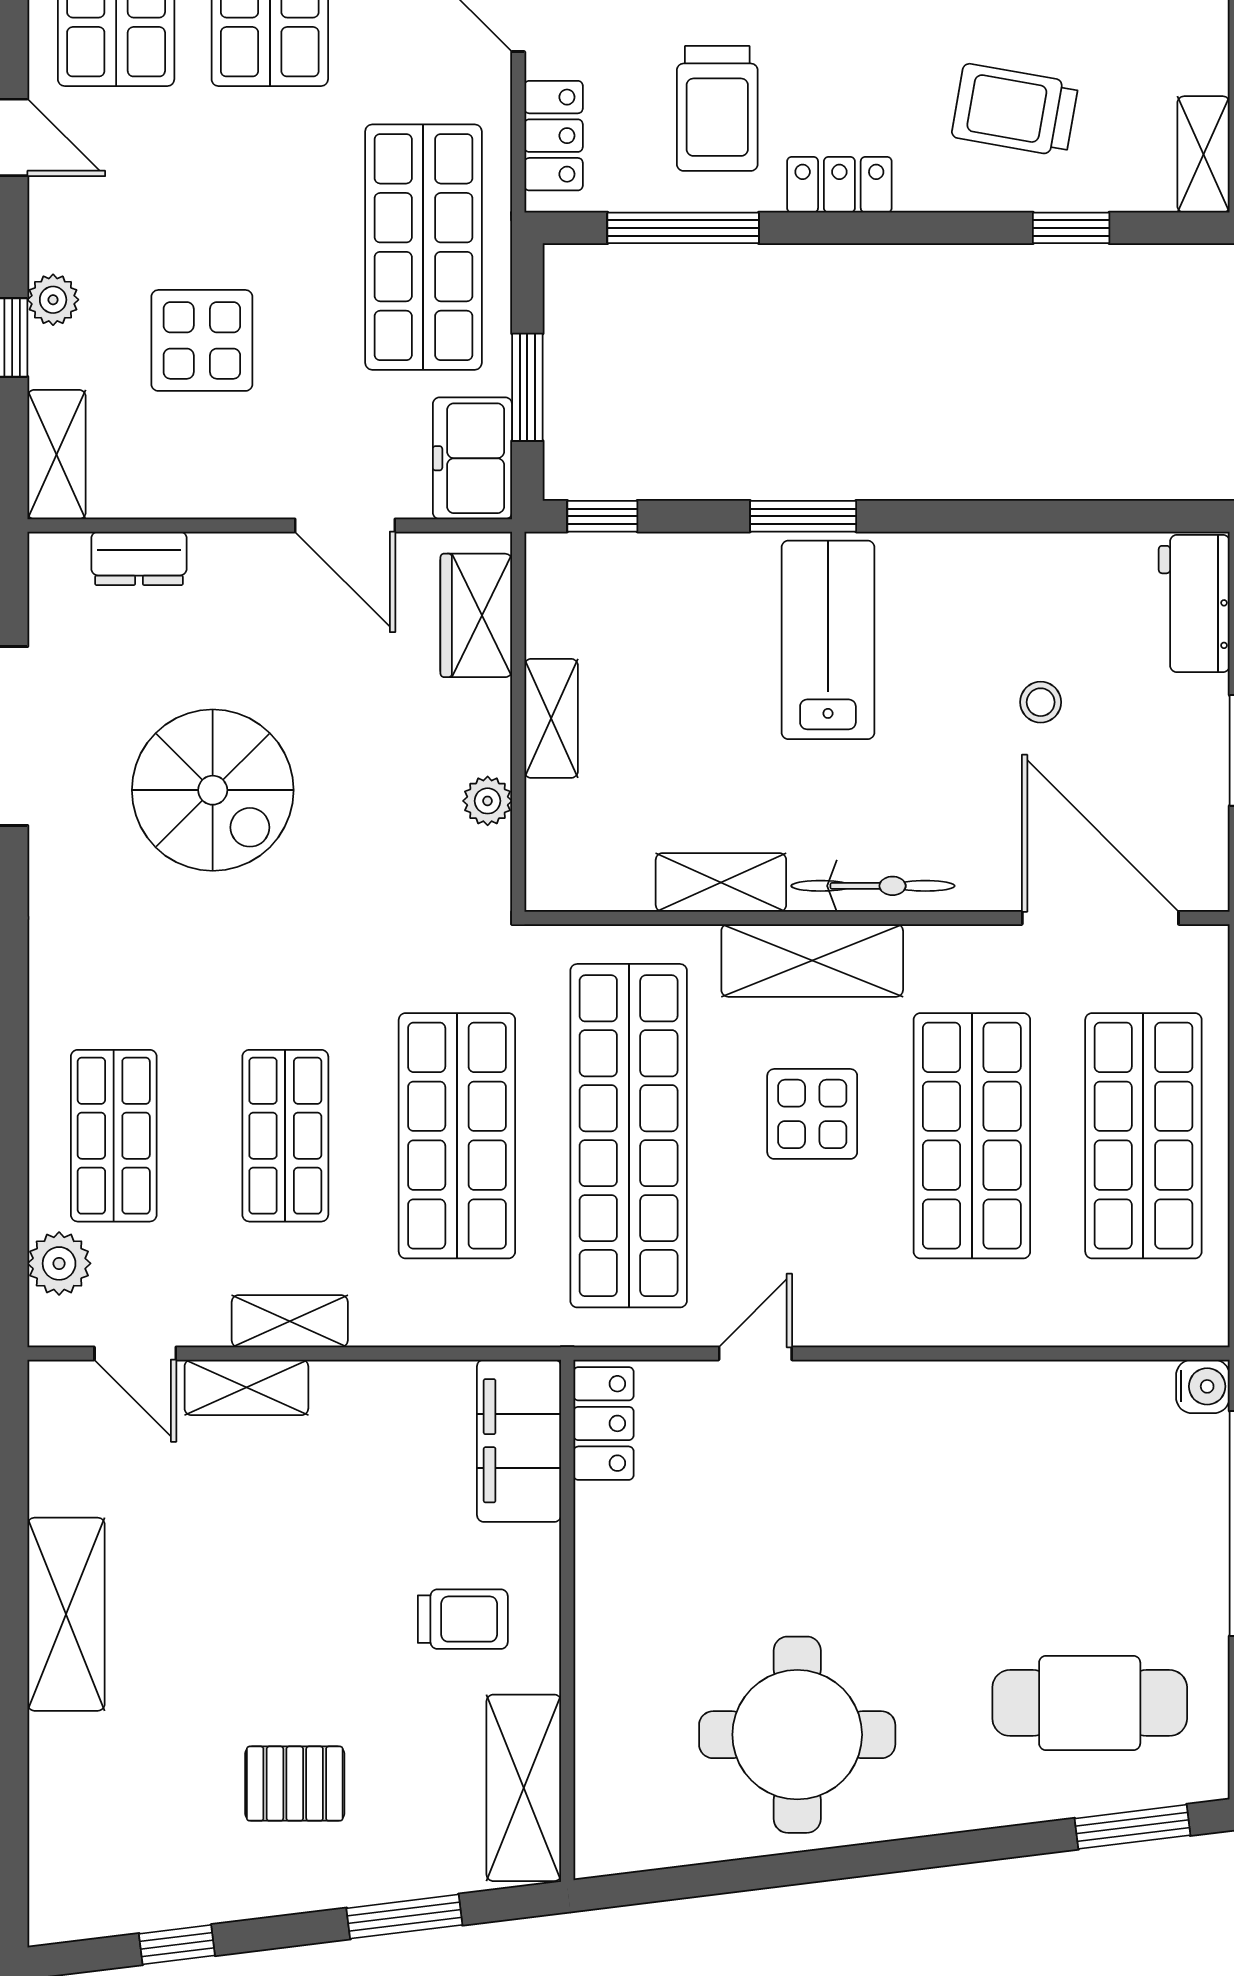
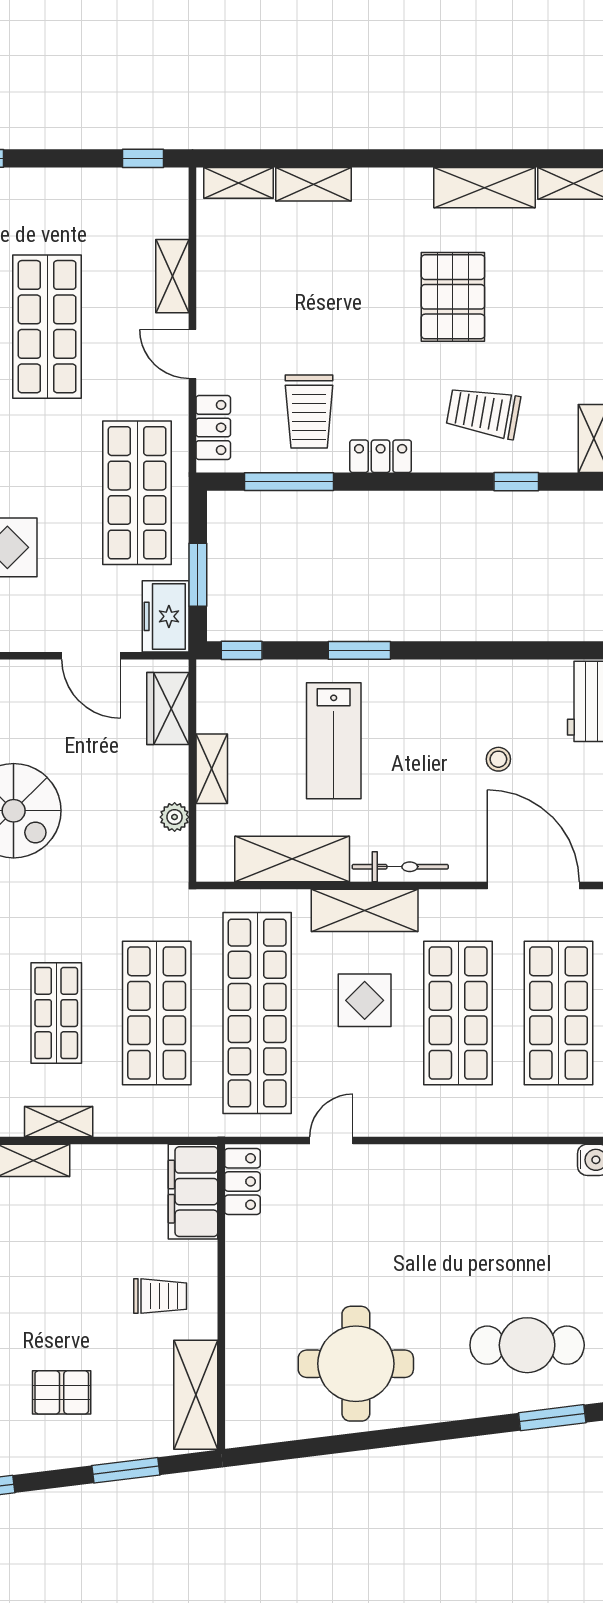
lab bench: (828, 640) -> (334, 741), moved, turned 180
shelving: (721, 882) -> (292, 859), width x1.50, depth x1.33

